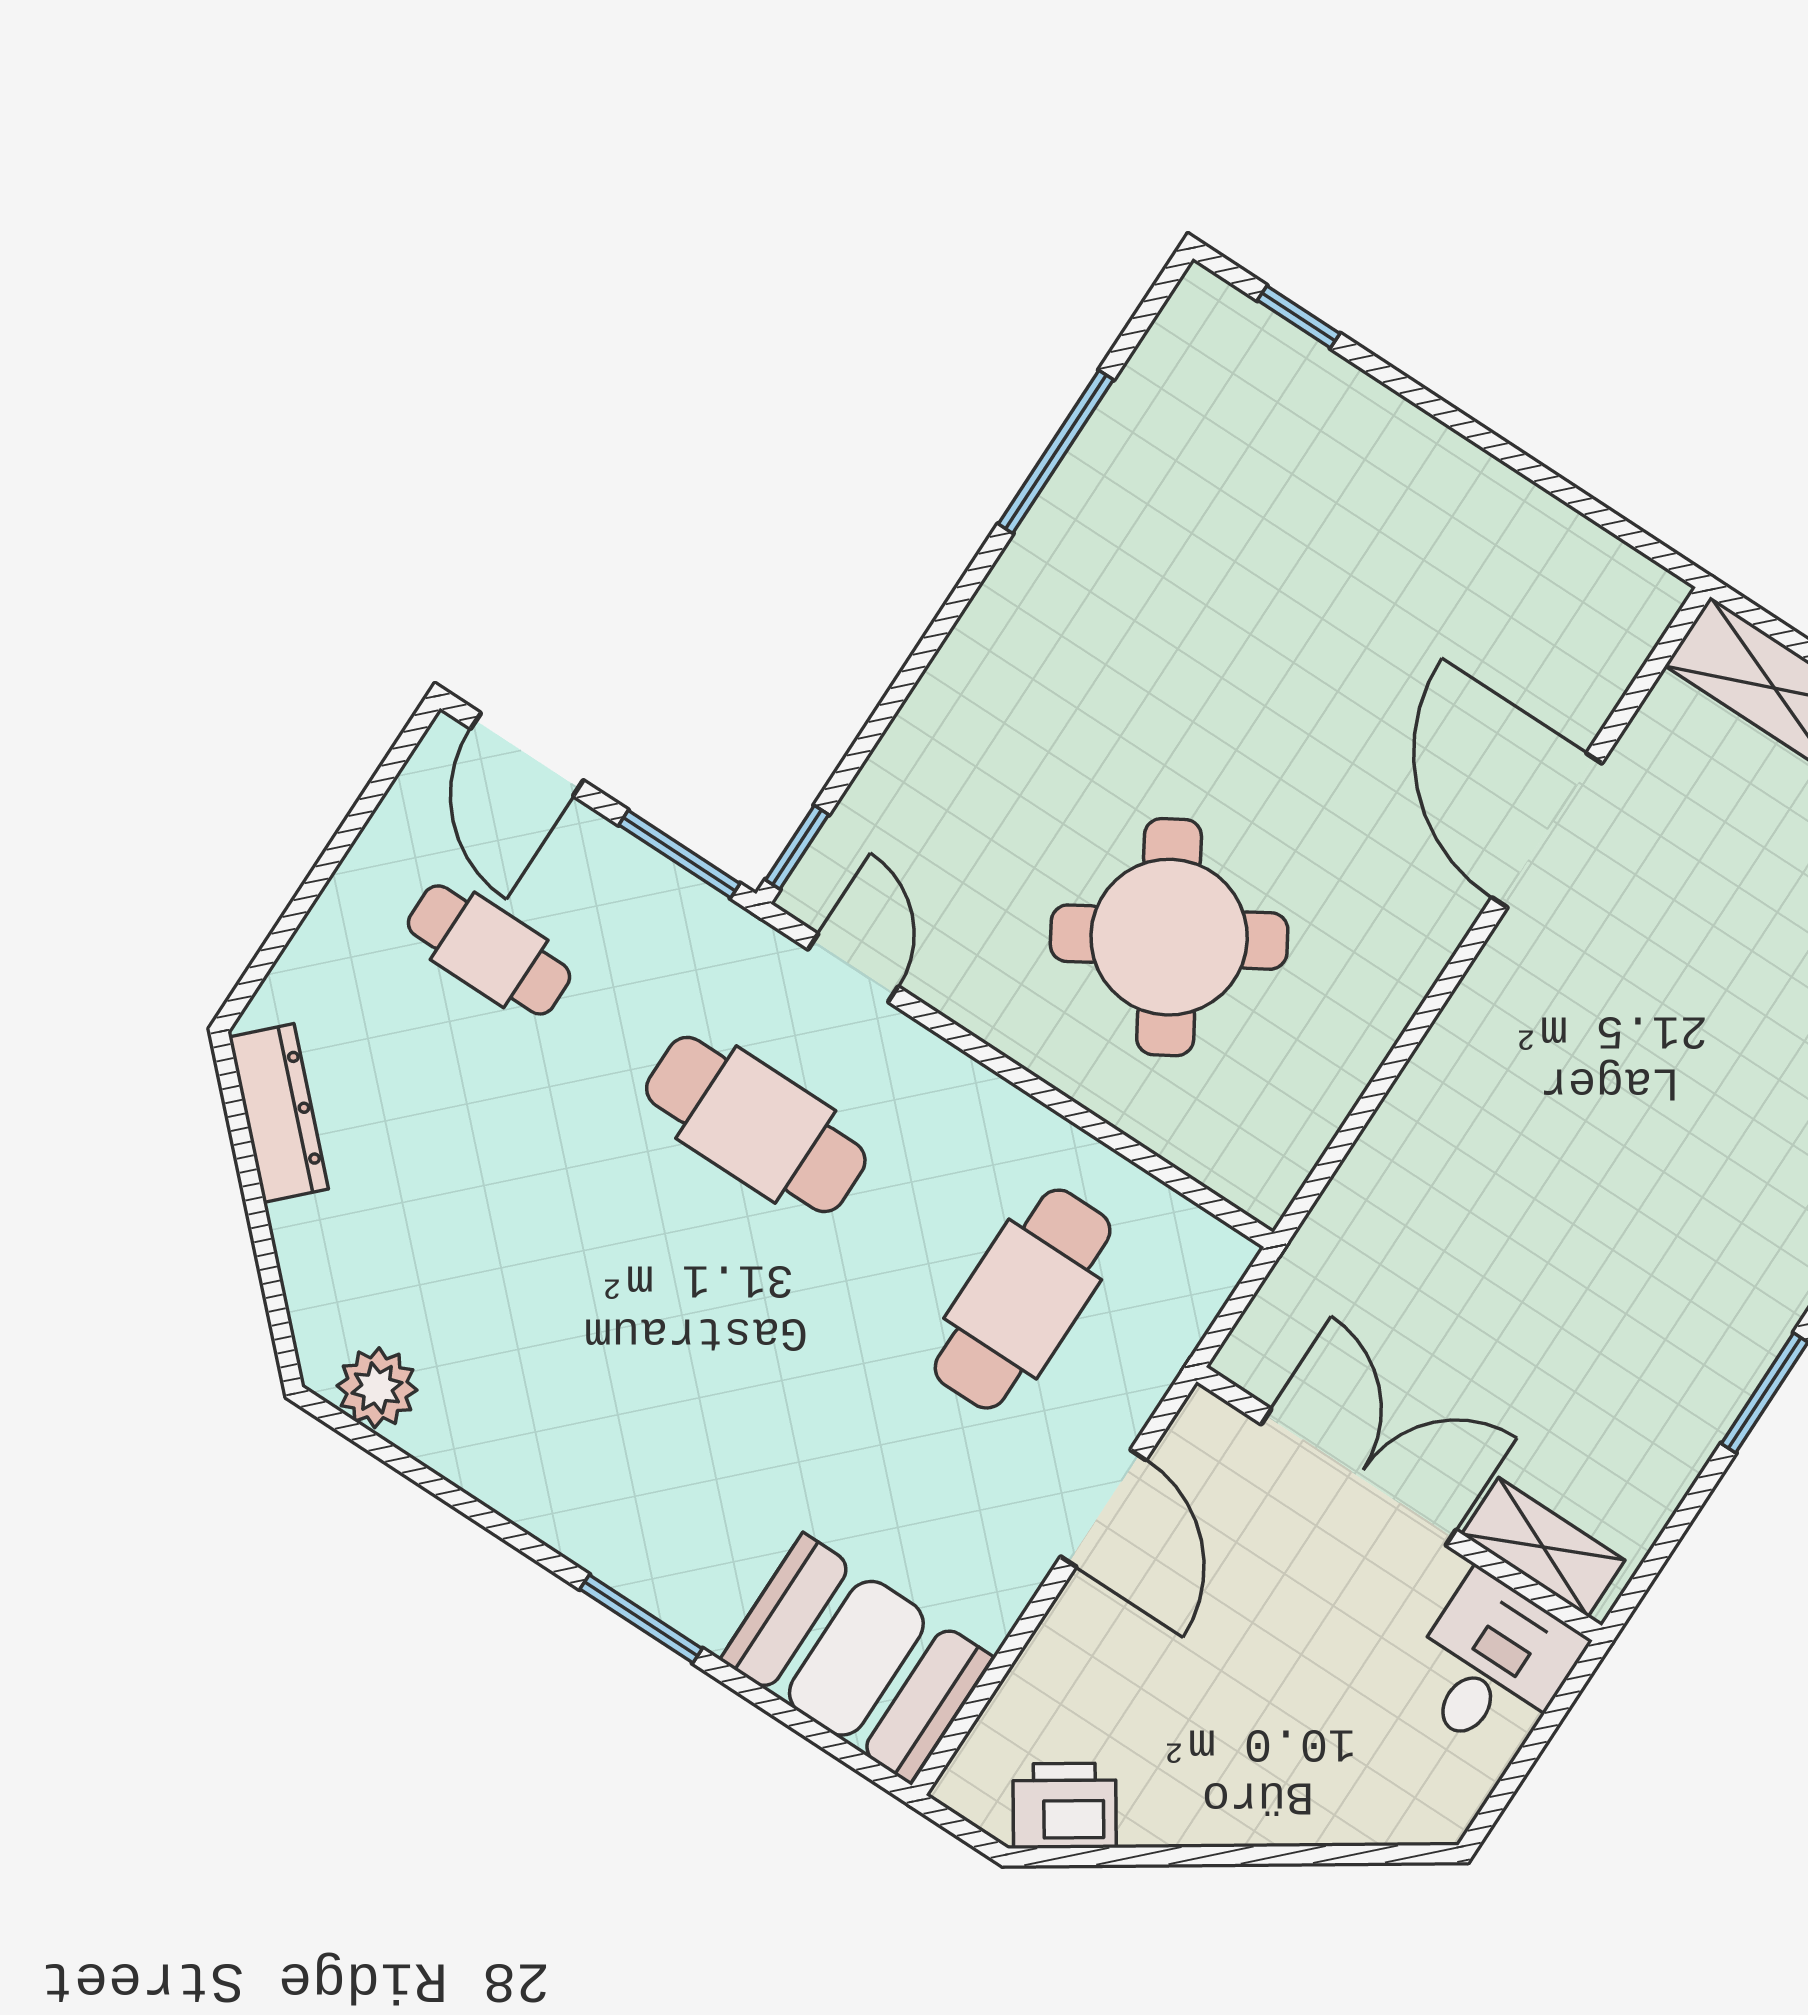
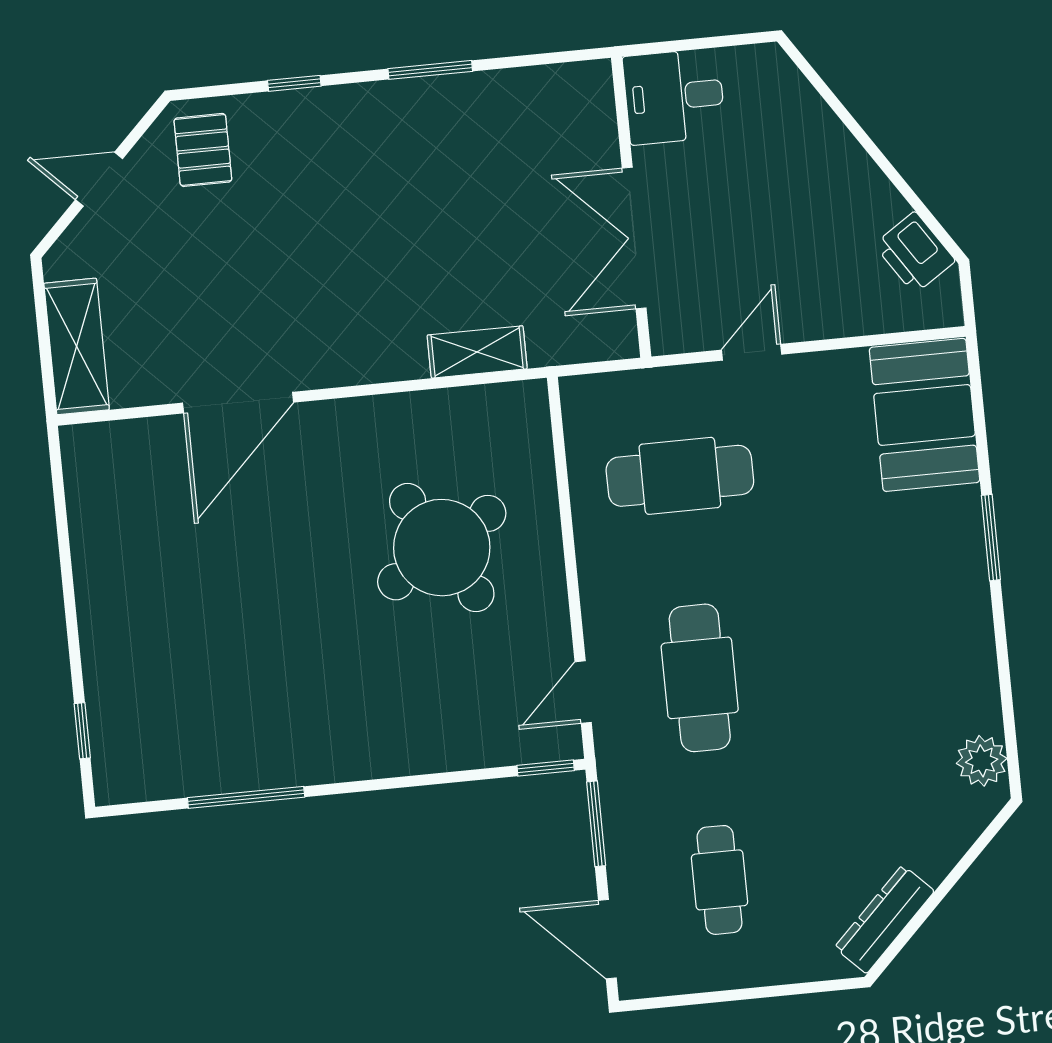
door: (527, 755) -> (607, 939), swing flipped
door: (1103, 1508) -> (752, 352), width x0.73
shelving: (1543, 1547) -> (477, 352), moved, turned 90

